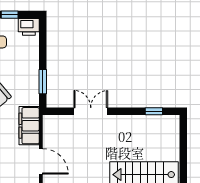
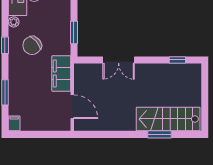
double door: (91, 111) -> (119, 60), swing flipped

